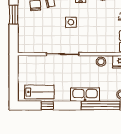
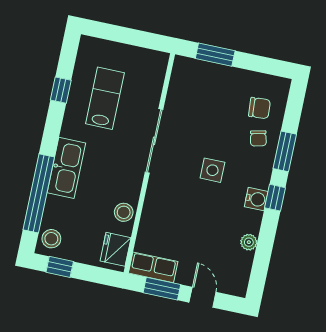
window: (14, 15) -> (215, 55), moved
lab bench: (39, 92) -> (105, 98), moved, turned 180

